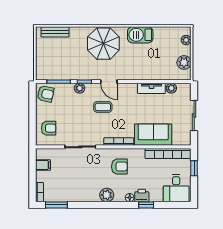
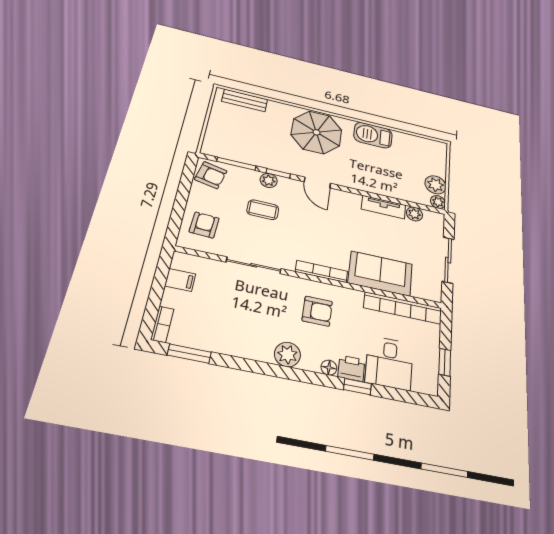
plant: (186, 40) -> (438, 202), moved
coffee table: (103, 107) -> (263, 210), moved
armchair: (49, 128) -> (204, 225), turned -87
window: (194, 168) -> (445, 362), moved
desk: (176, 188) -> (389, 363), moved

